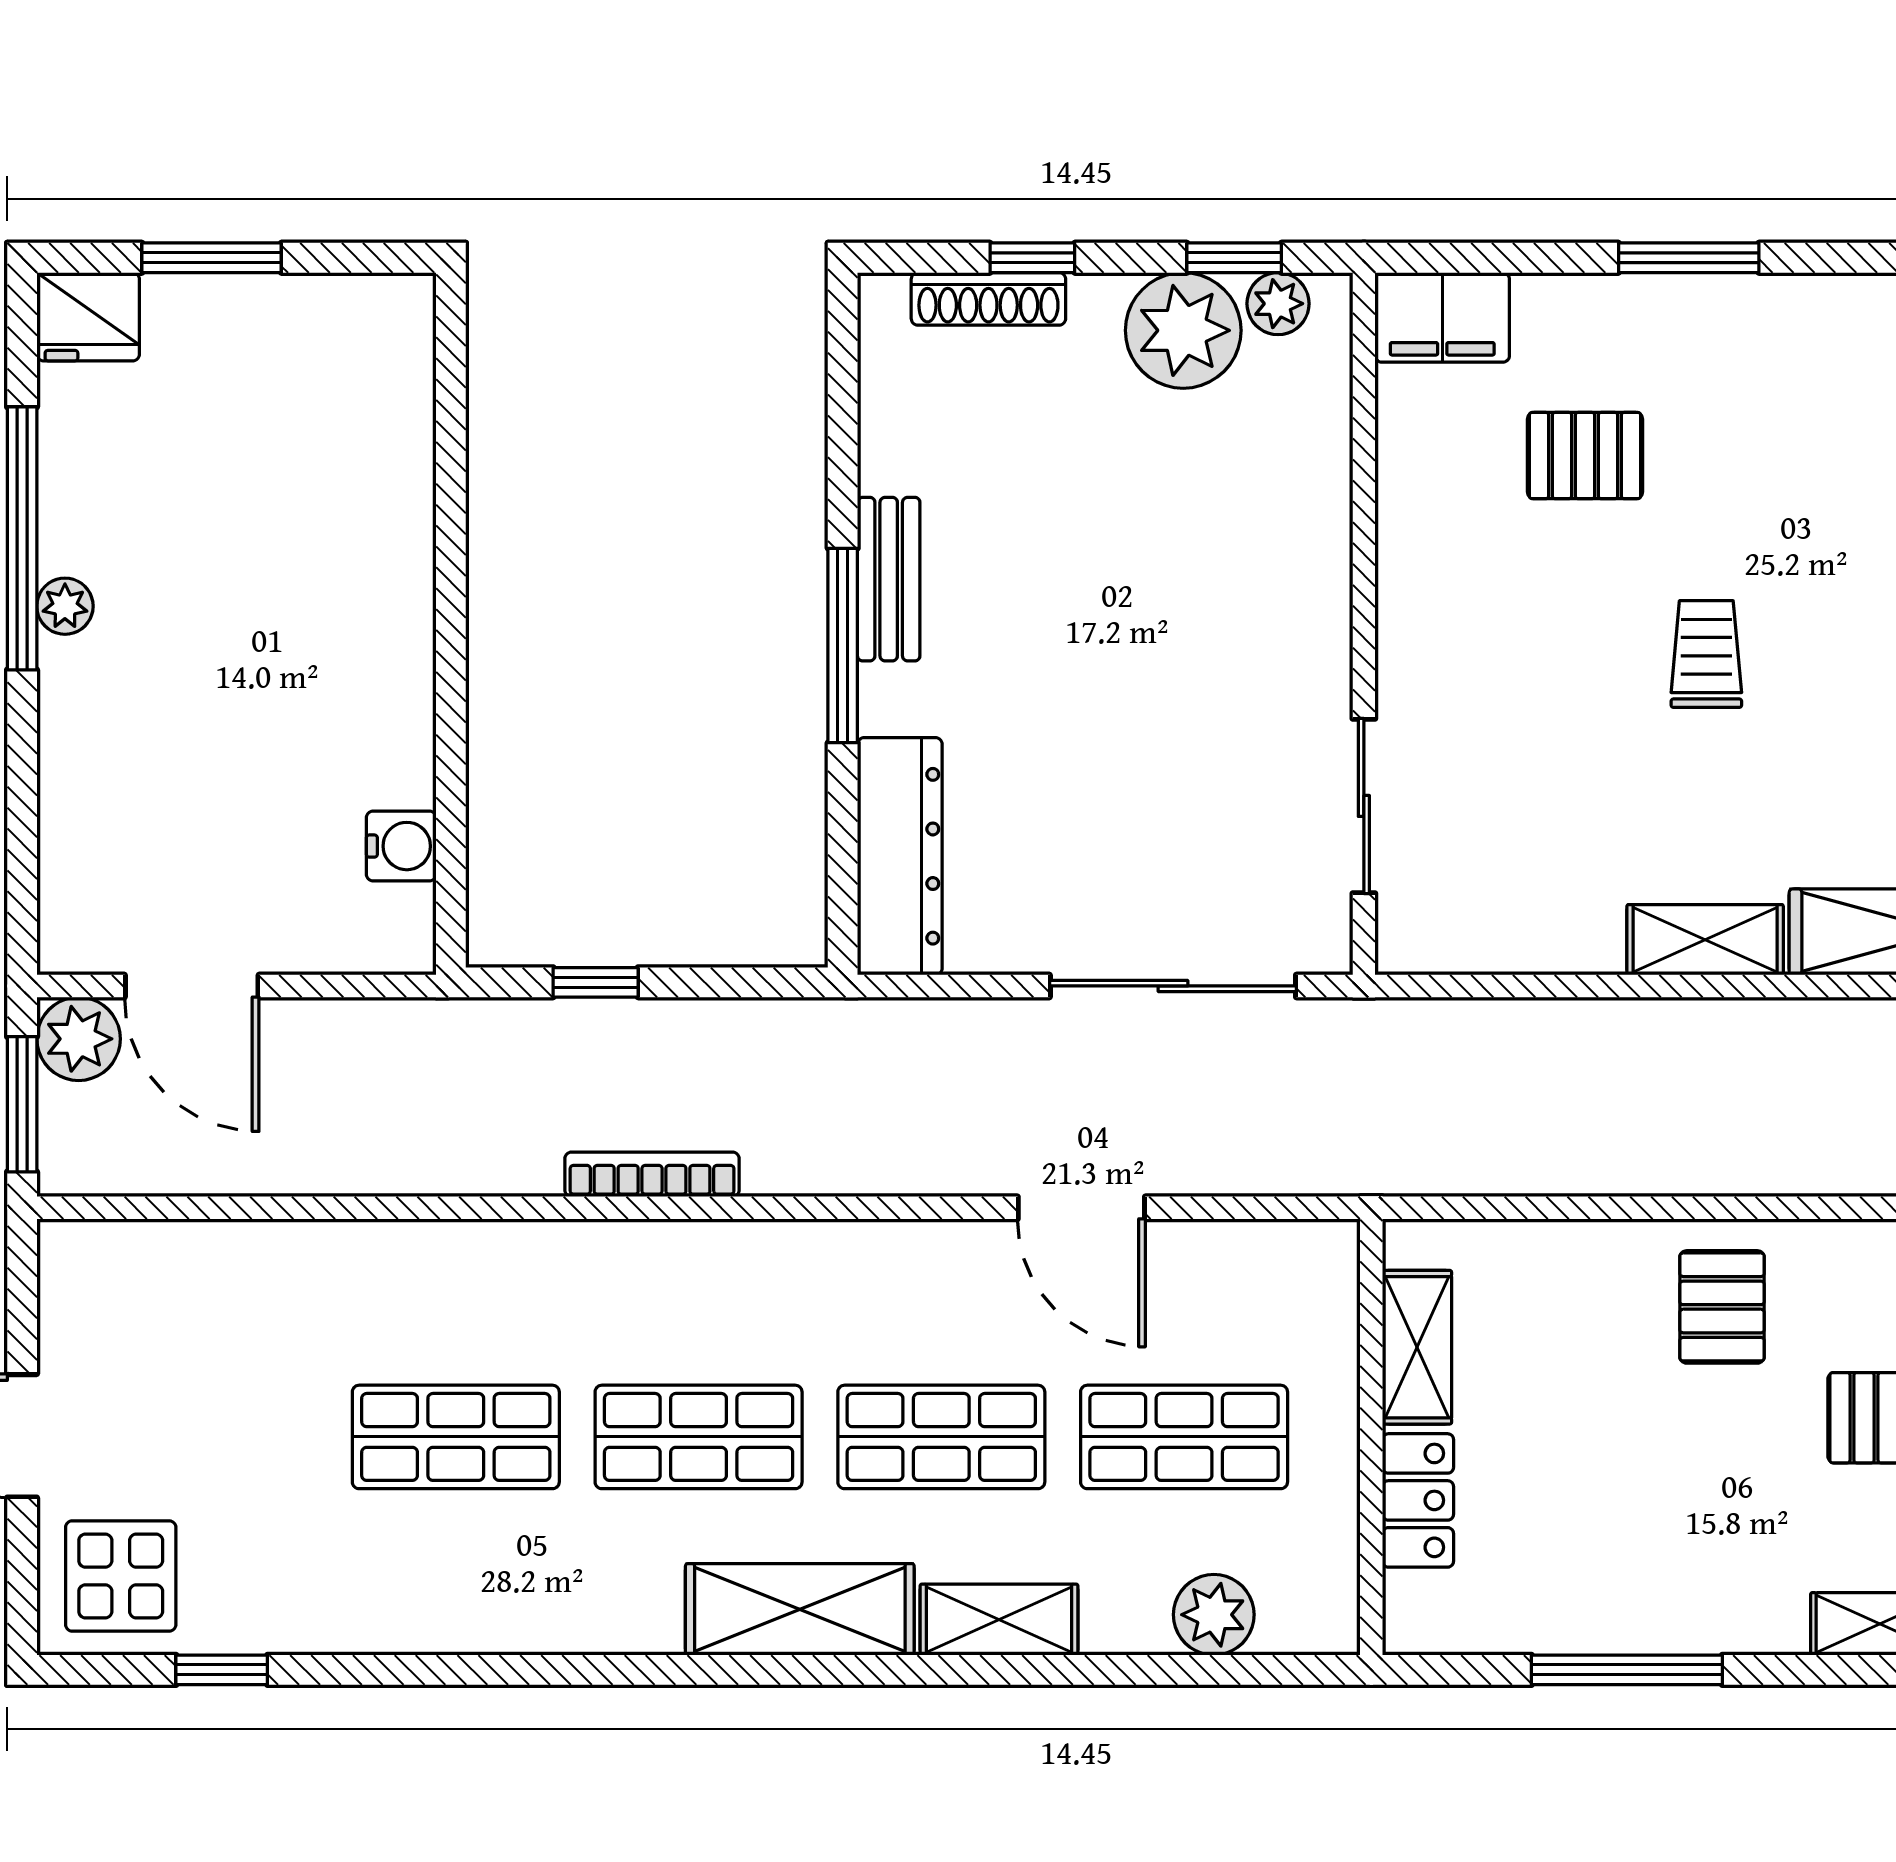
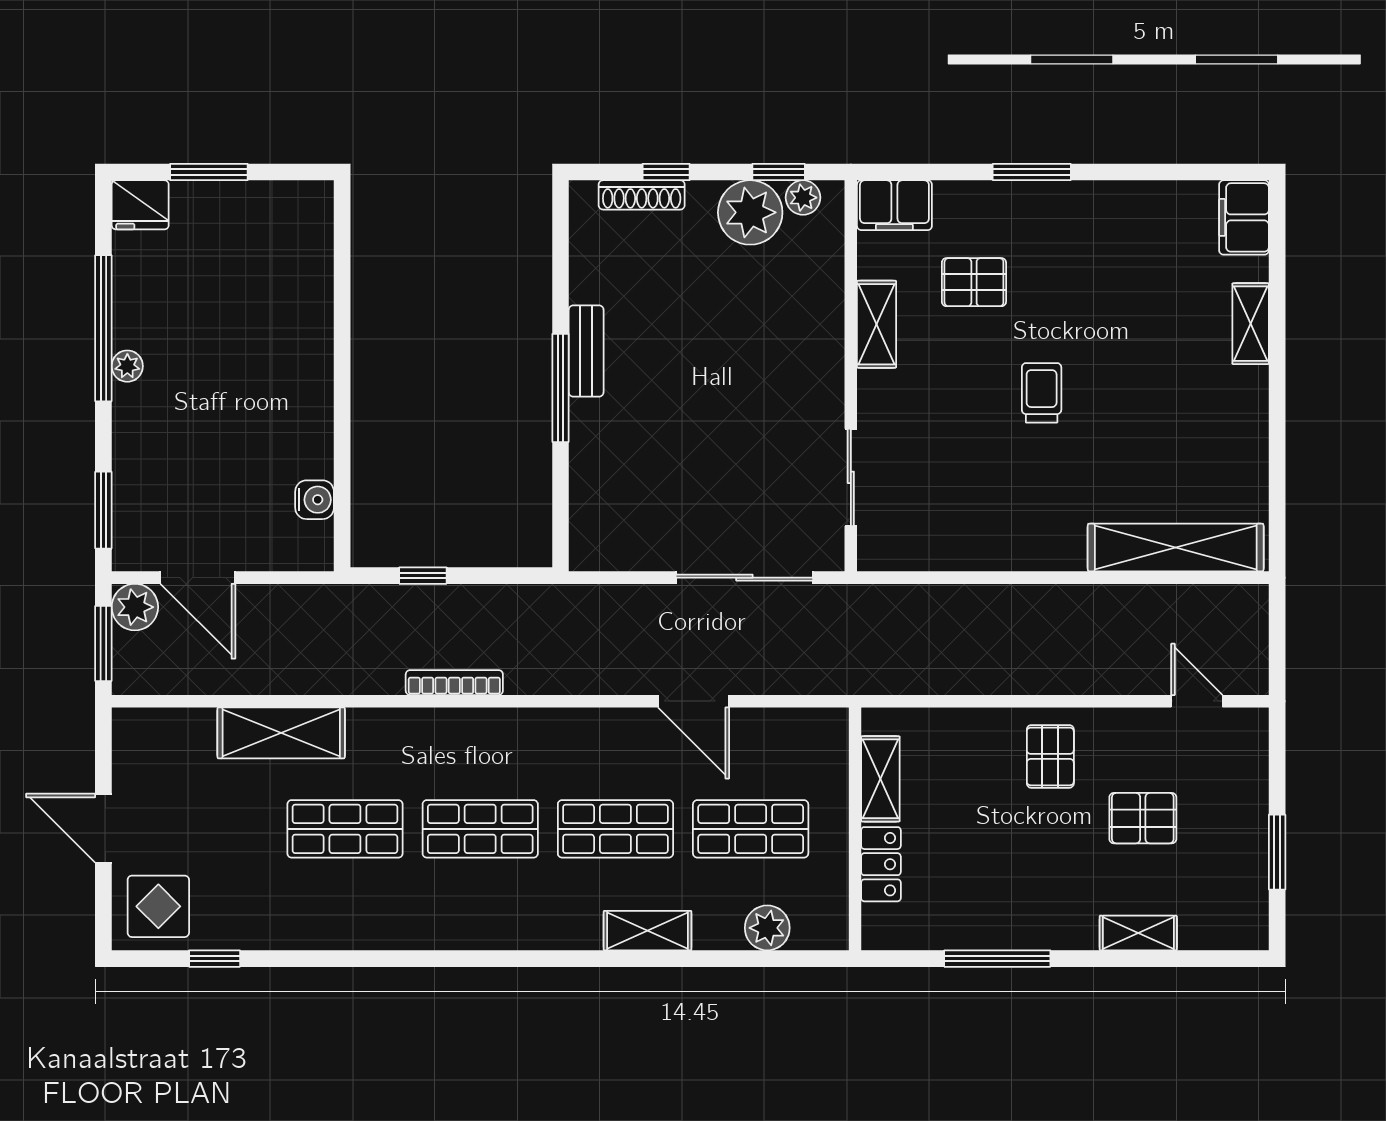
dresser: (900, 856) -> (592, 505), removed
window: (22, 865) -> (103, 510), added
shelving: (1705, 940) -> (877, 324), moved, turned 90
shelving: (800, 1609) -> (281, 733), moved

